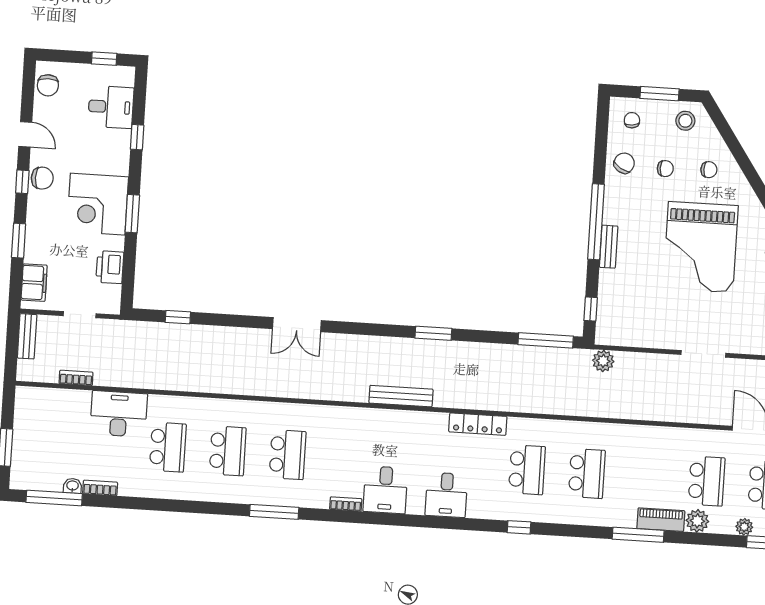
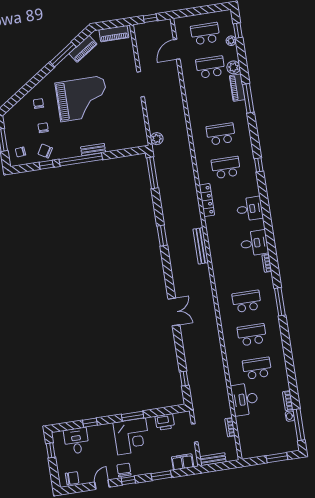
stool: (685, 121) -> (14, 122), removed
window: (591, 309) -> (46, 165), moved

